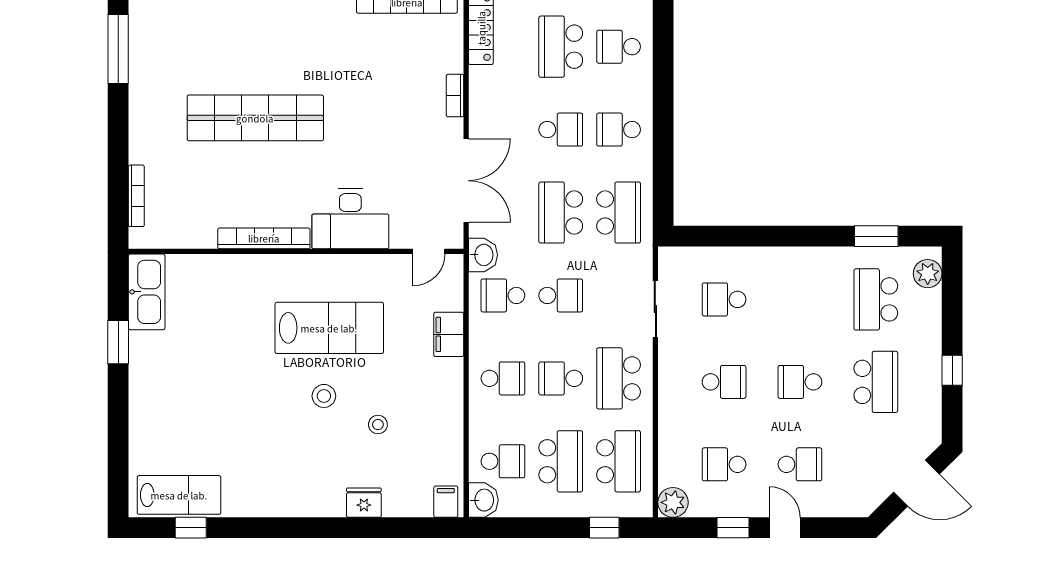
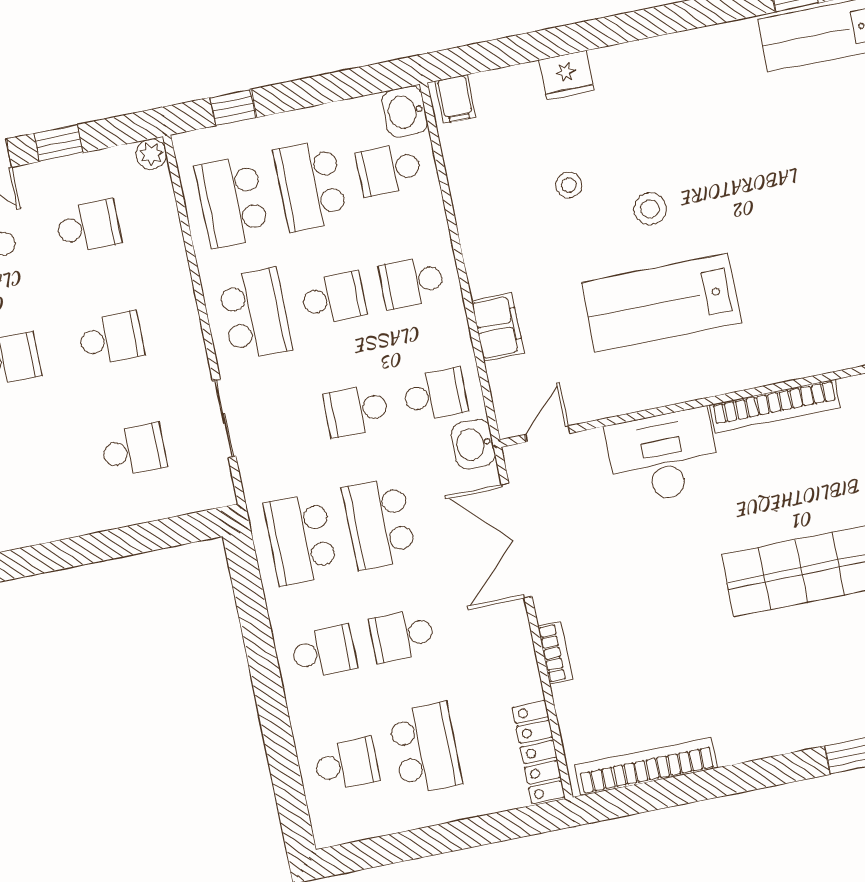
school desk: (561, 213) -> (379, 523), turned 180
school desk: (724, 382) -> (111, 338), turned 180
plant: (673, 502) -> (151, 154), width x0.73, depth x0.73

